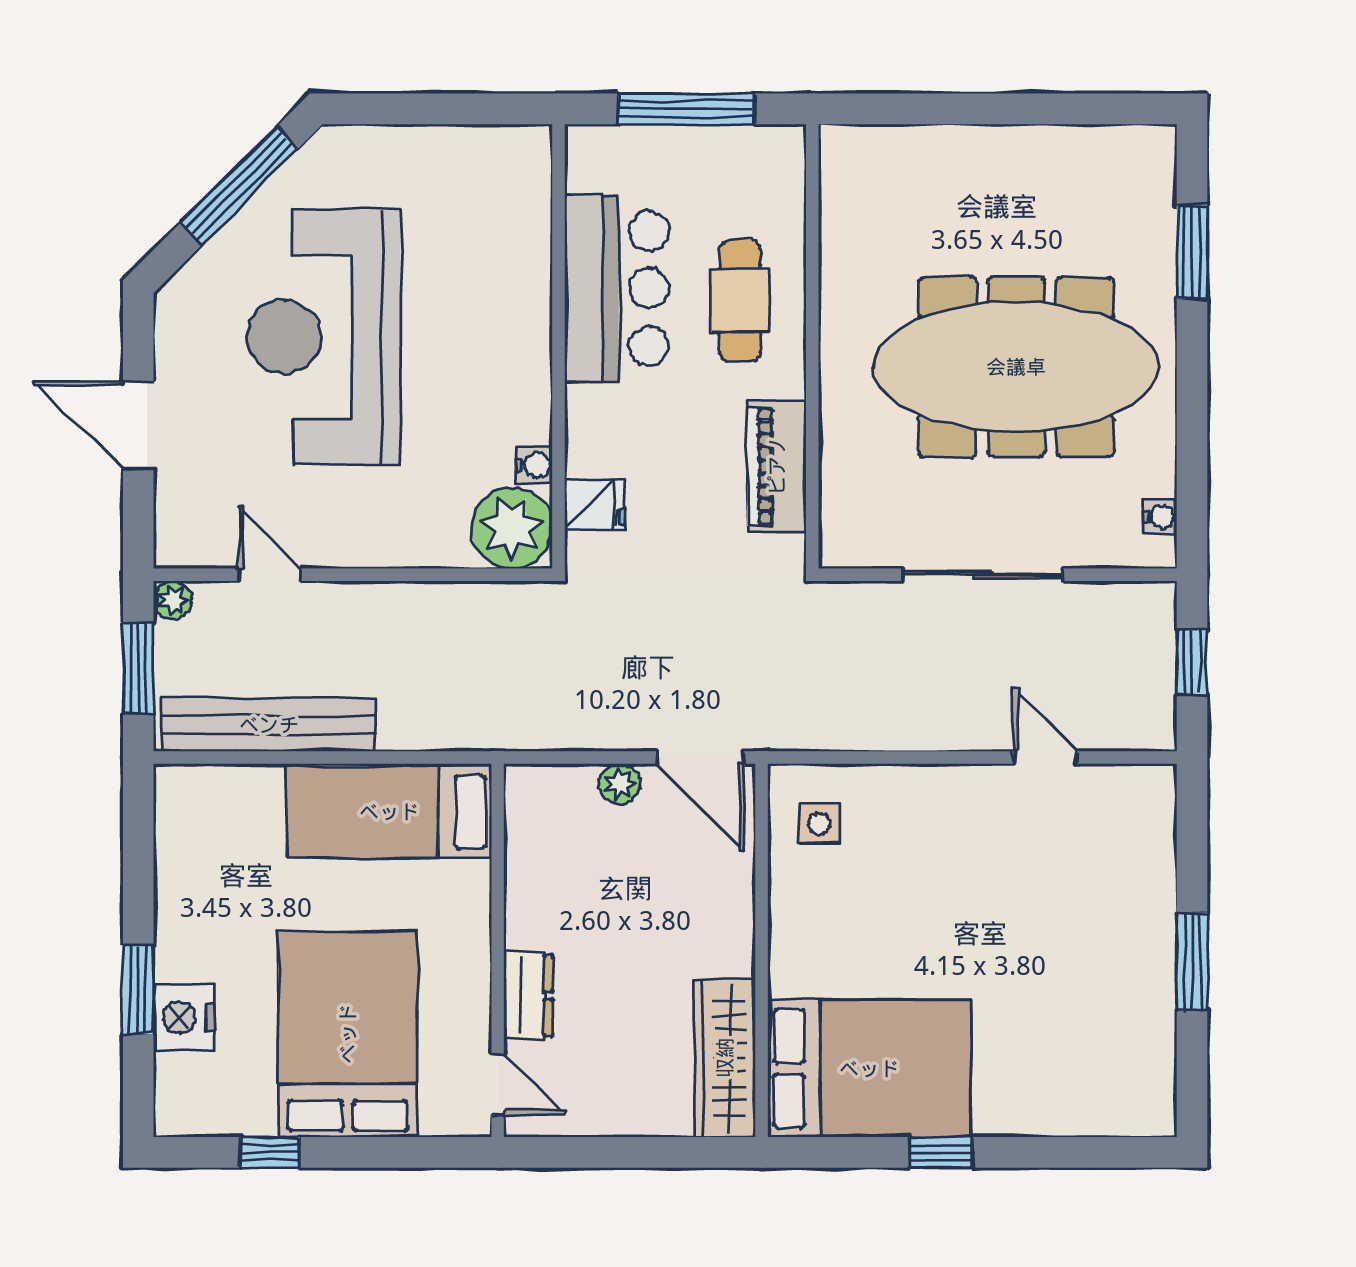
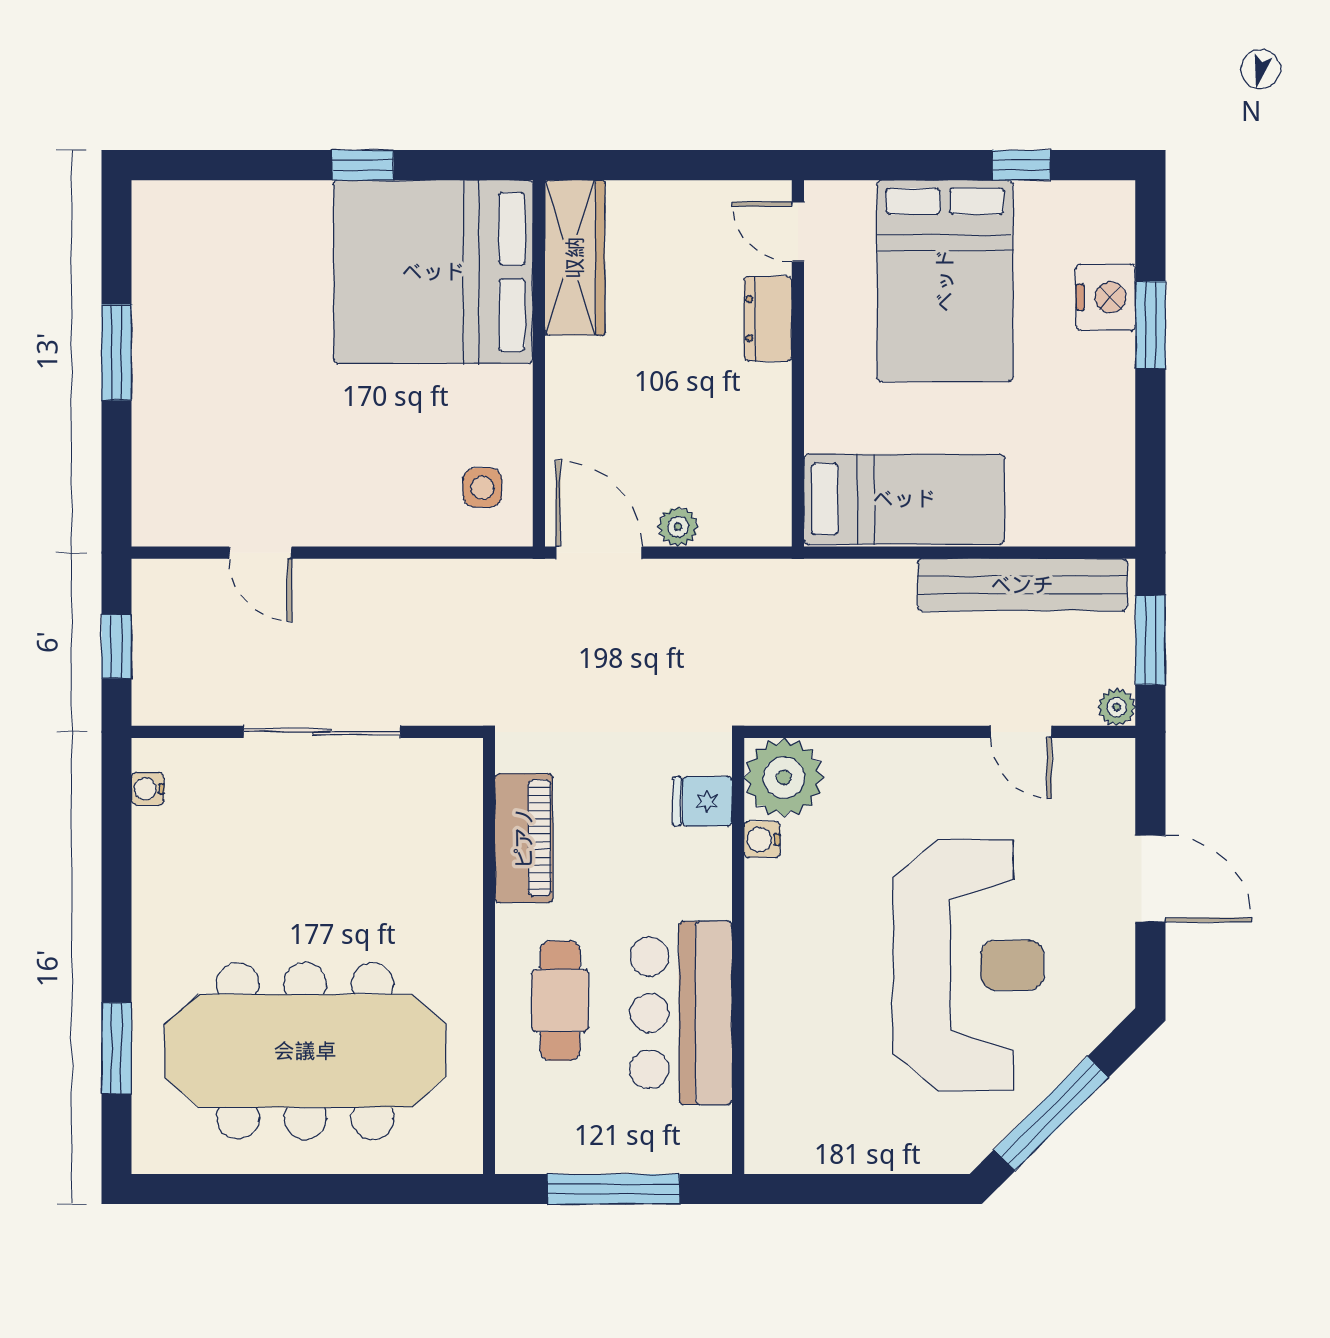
meeting table: (1016, 367) -> (305, 1051), moved
bed: (869, 1069) -> (433, 272), width x1.36

